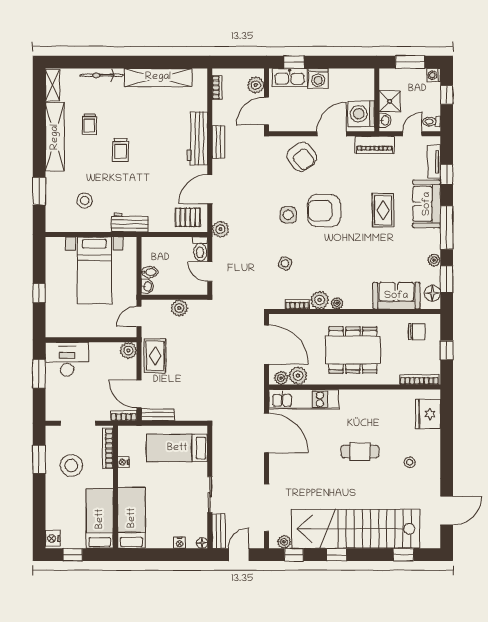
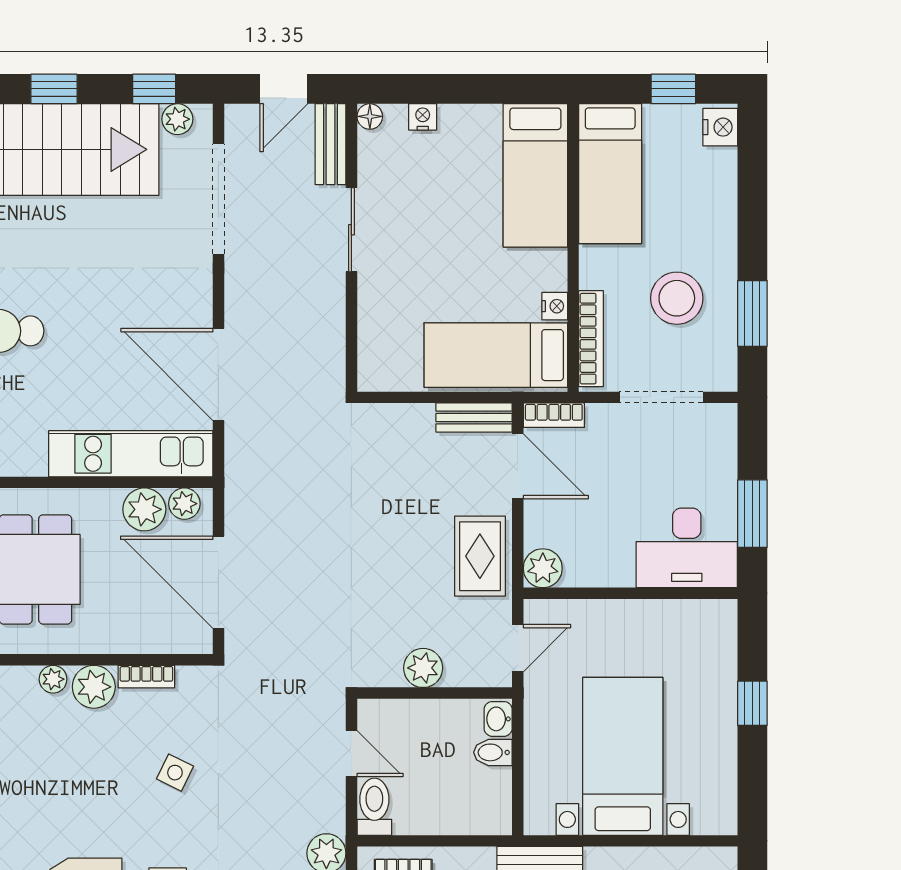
bed: (177, 448) -> (496, 355), moved, turned 180

